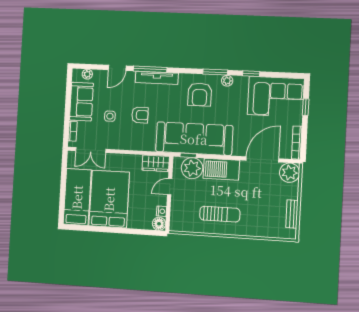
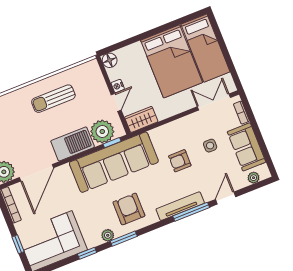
nightstand: (162, 211) -> (118, 86), moved

